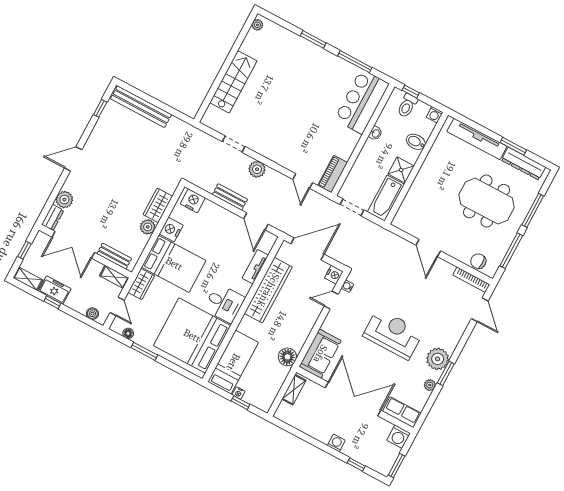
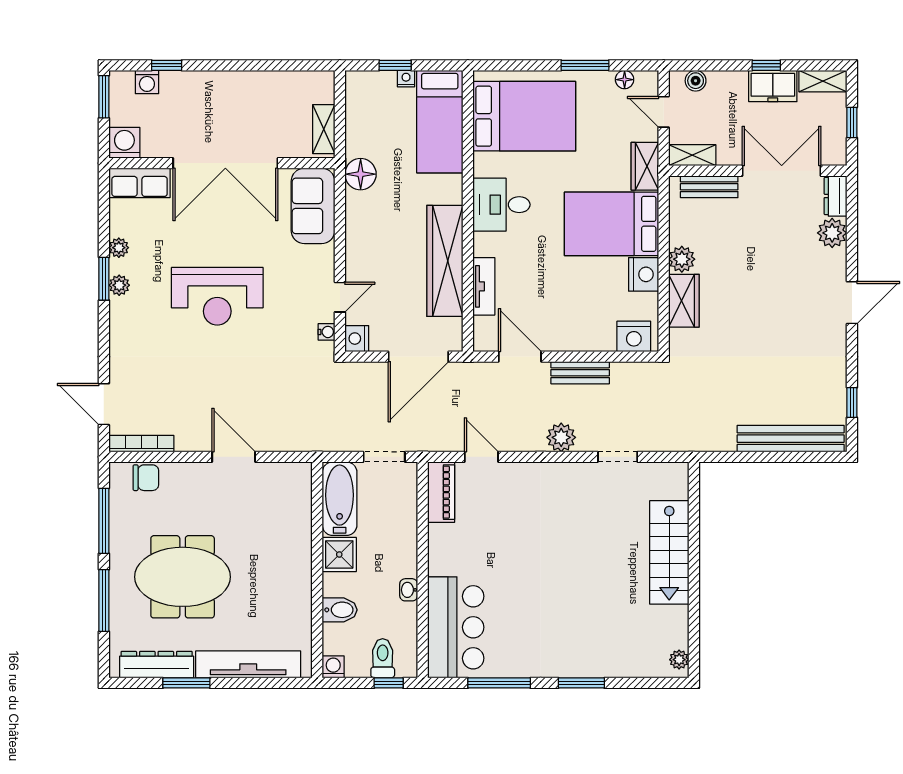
bed: (192, 336) -> (524, 116), width x0.73
plant: (438, 359) -> (119, 285), width x0.53, depth x0.53
washing machine: (336, 443) -> (147, 82), moved

